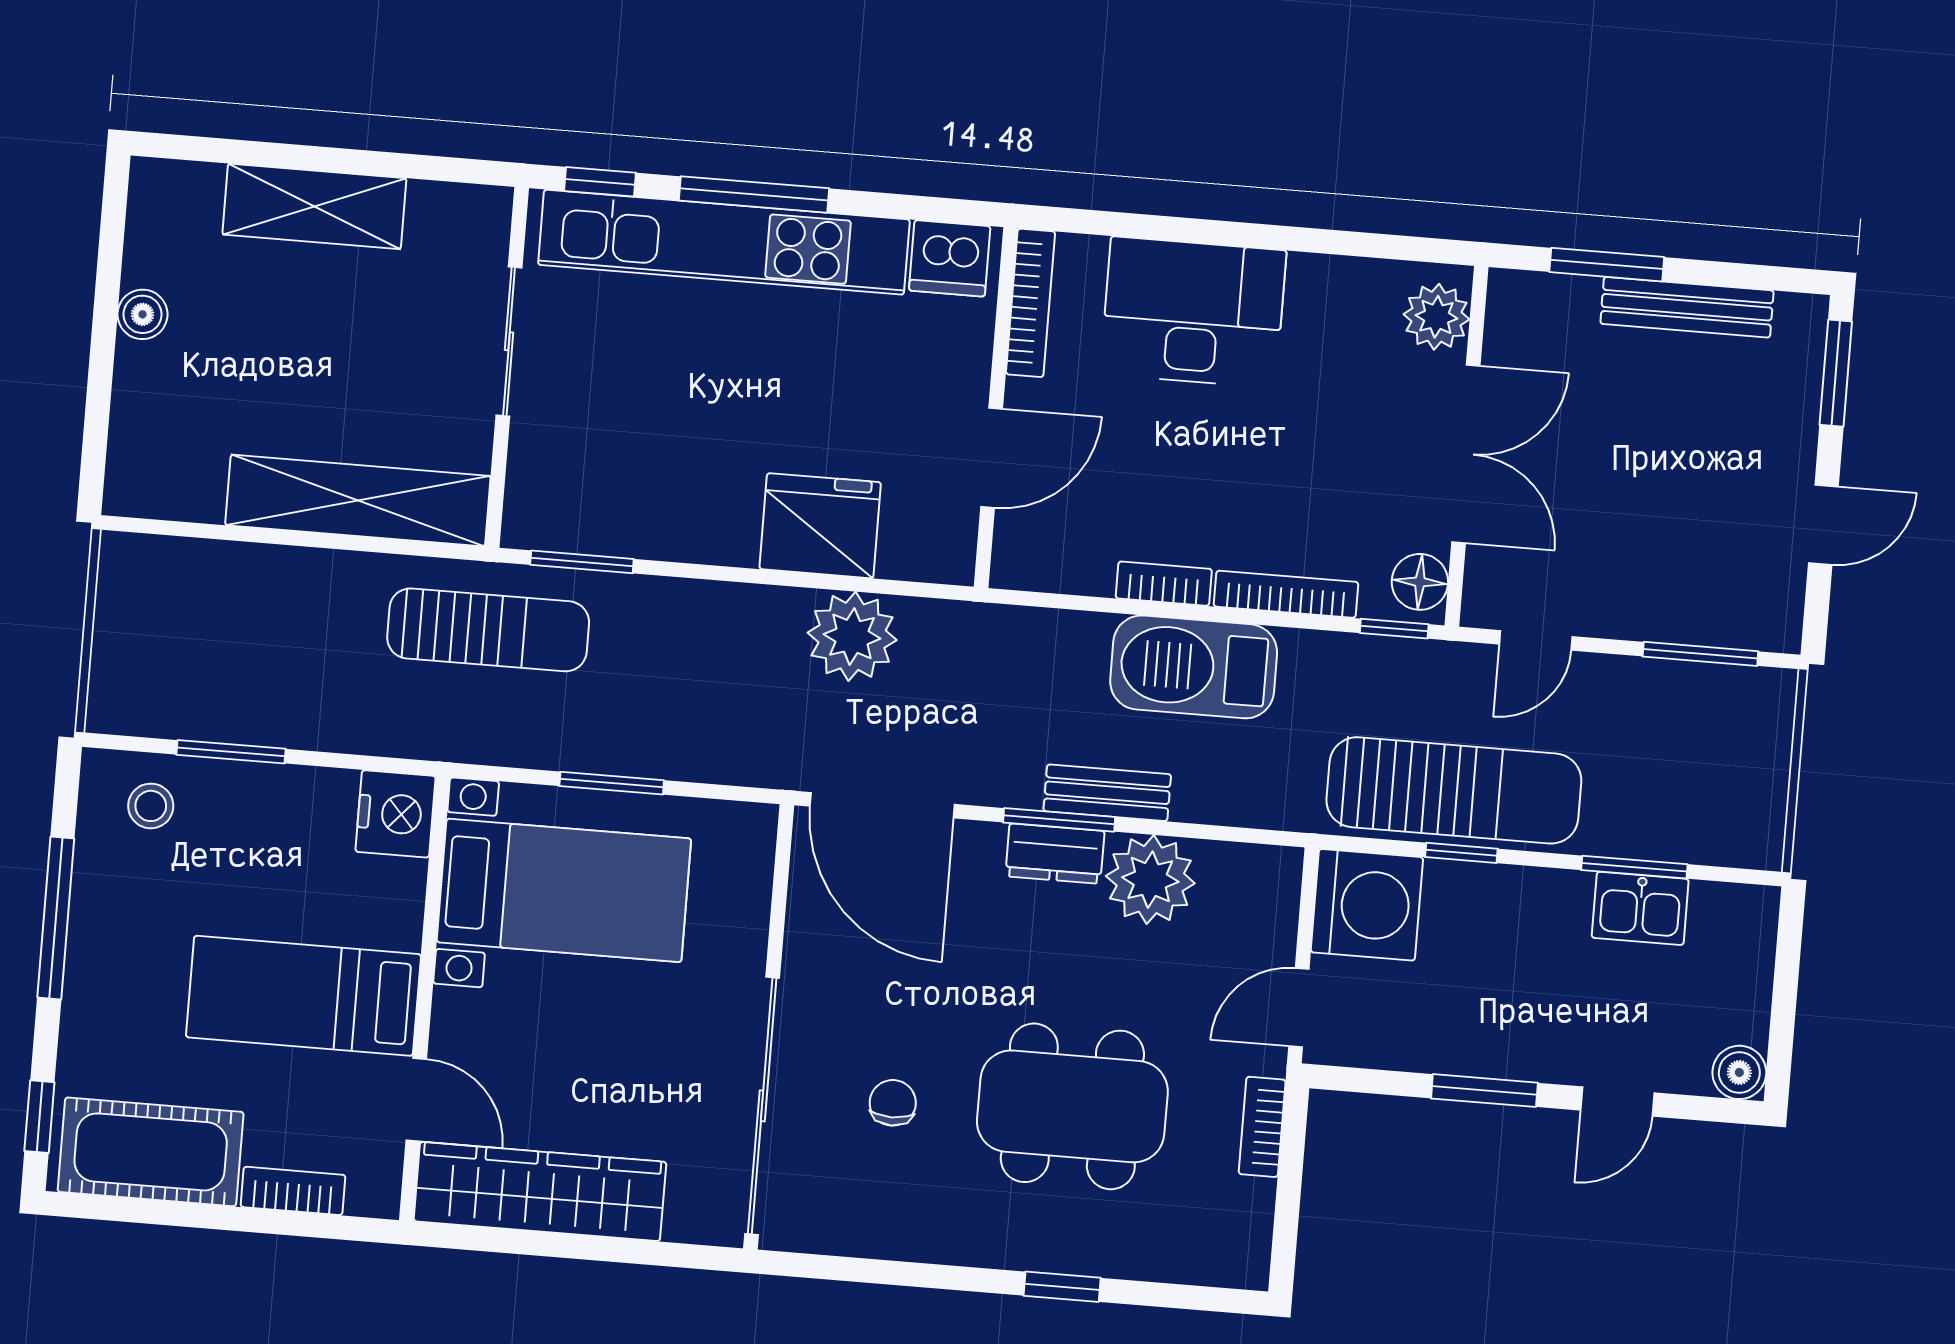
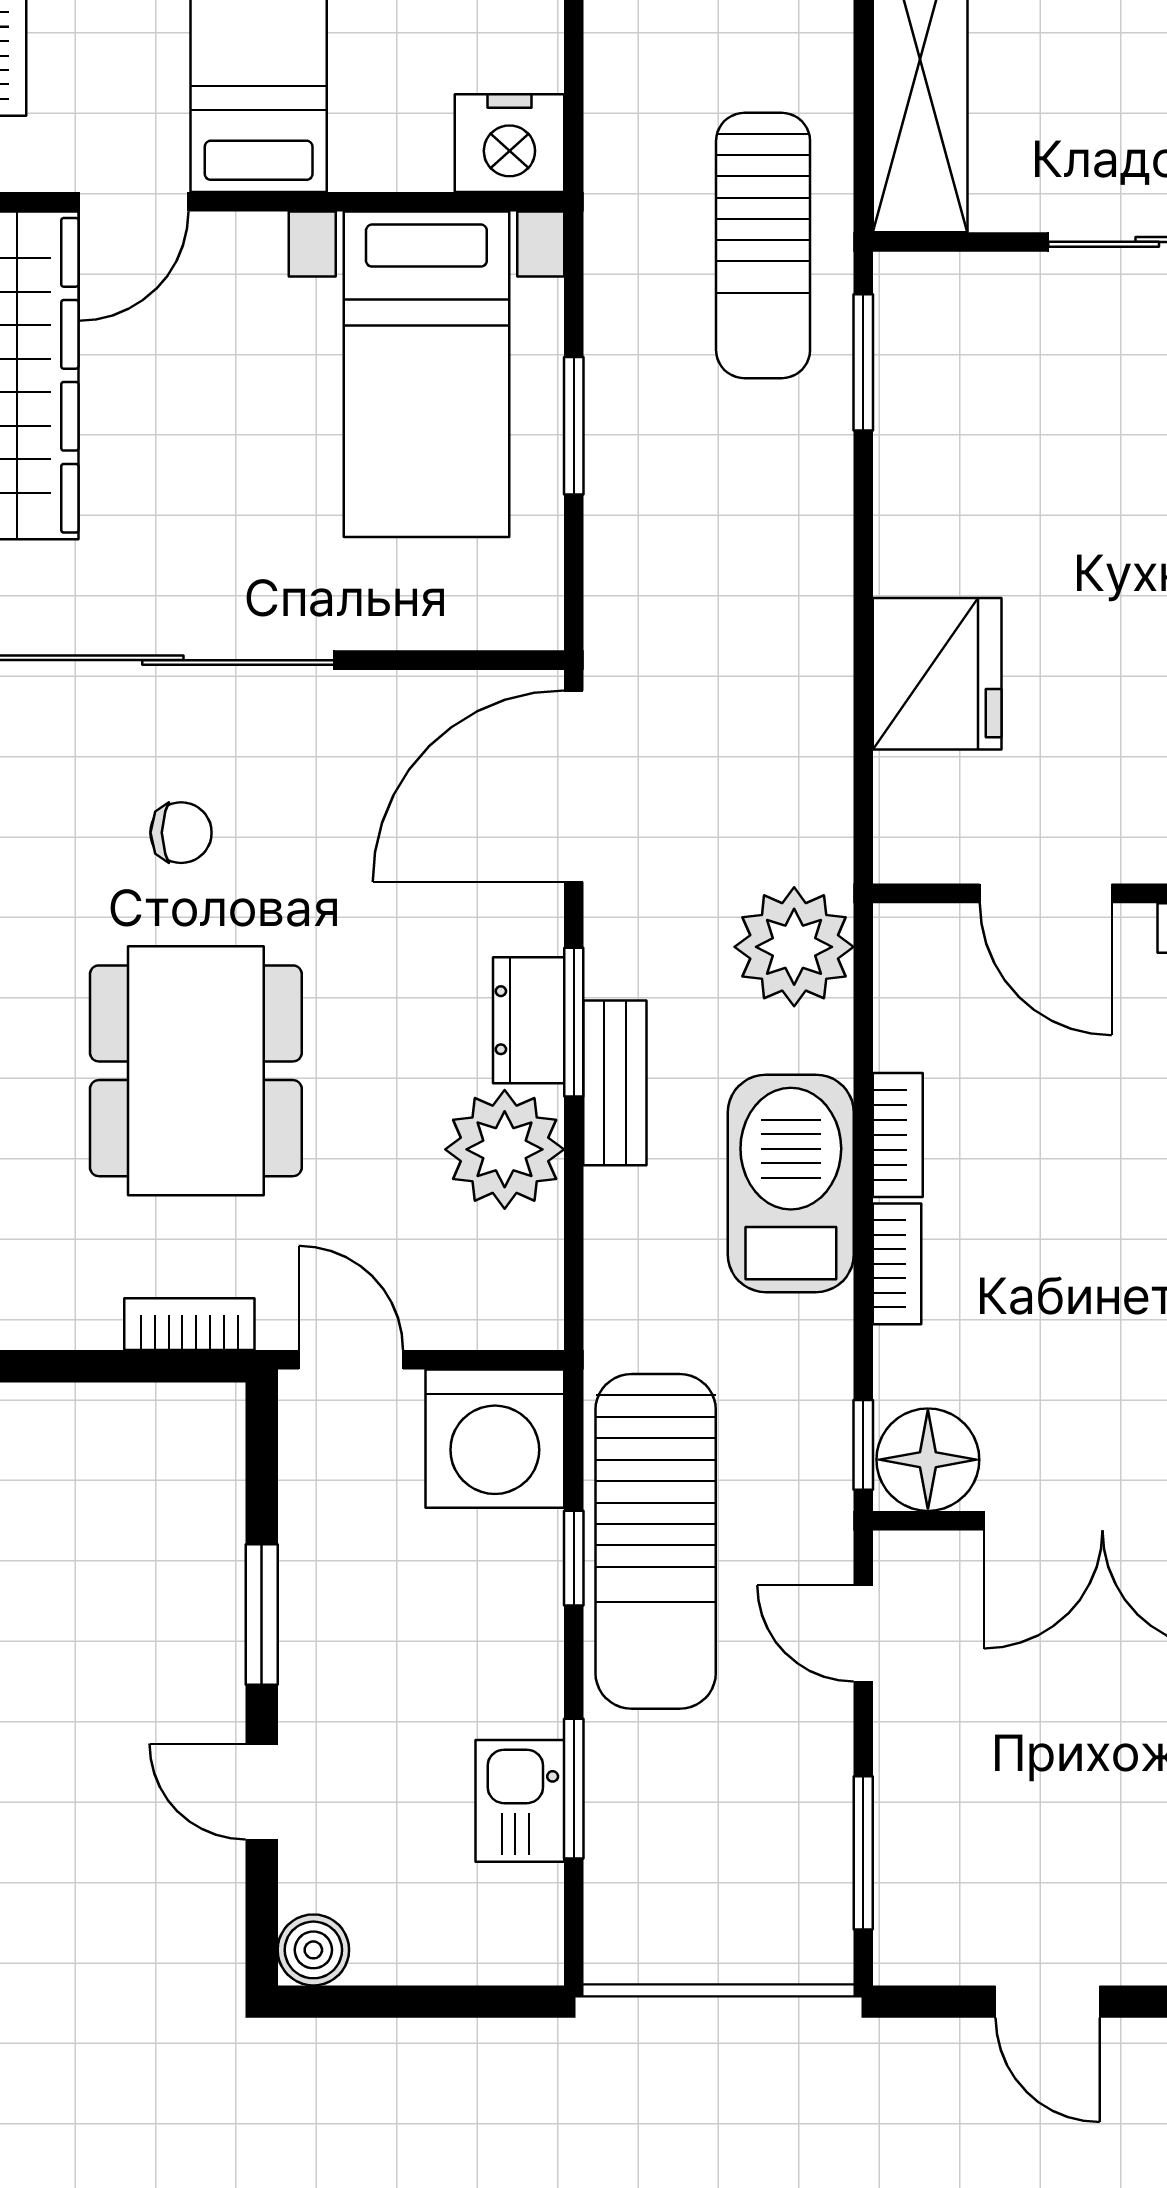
floor lamp: (1420, 582) -> (928, 1460), width x1.38, depth x1.38
bookcase: (1286, 594) -> (897, 1264), width x0.64
plant: (852, 636) -> (794, 947), moved

